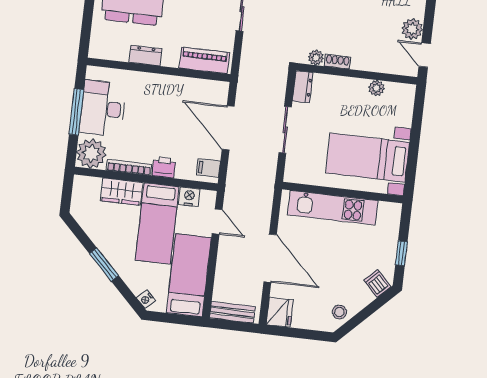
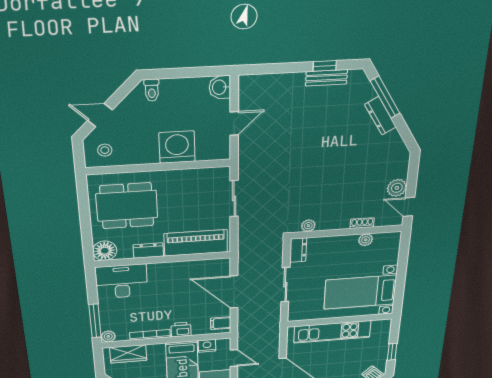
floor lamp: (101, 47) -> (105, 251), added
piano: (204, 60) -> (196, 243), width x1.37, depth x1.33
shoe rack: (338, 62) -> (362, 223), moved
desk: (103, 108) -> (122, 281), moved, turned 90
window: (76, 112) -> (95, 321), moved
plant: (91, 154) -> (108, 336), width x0.53, depth x0.53
wardrobe: (121, 192) -> (128, 354), moved

